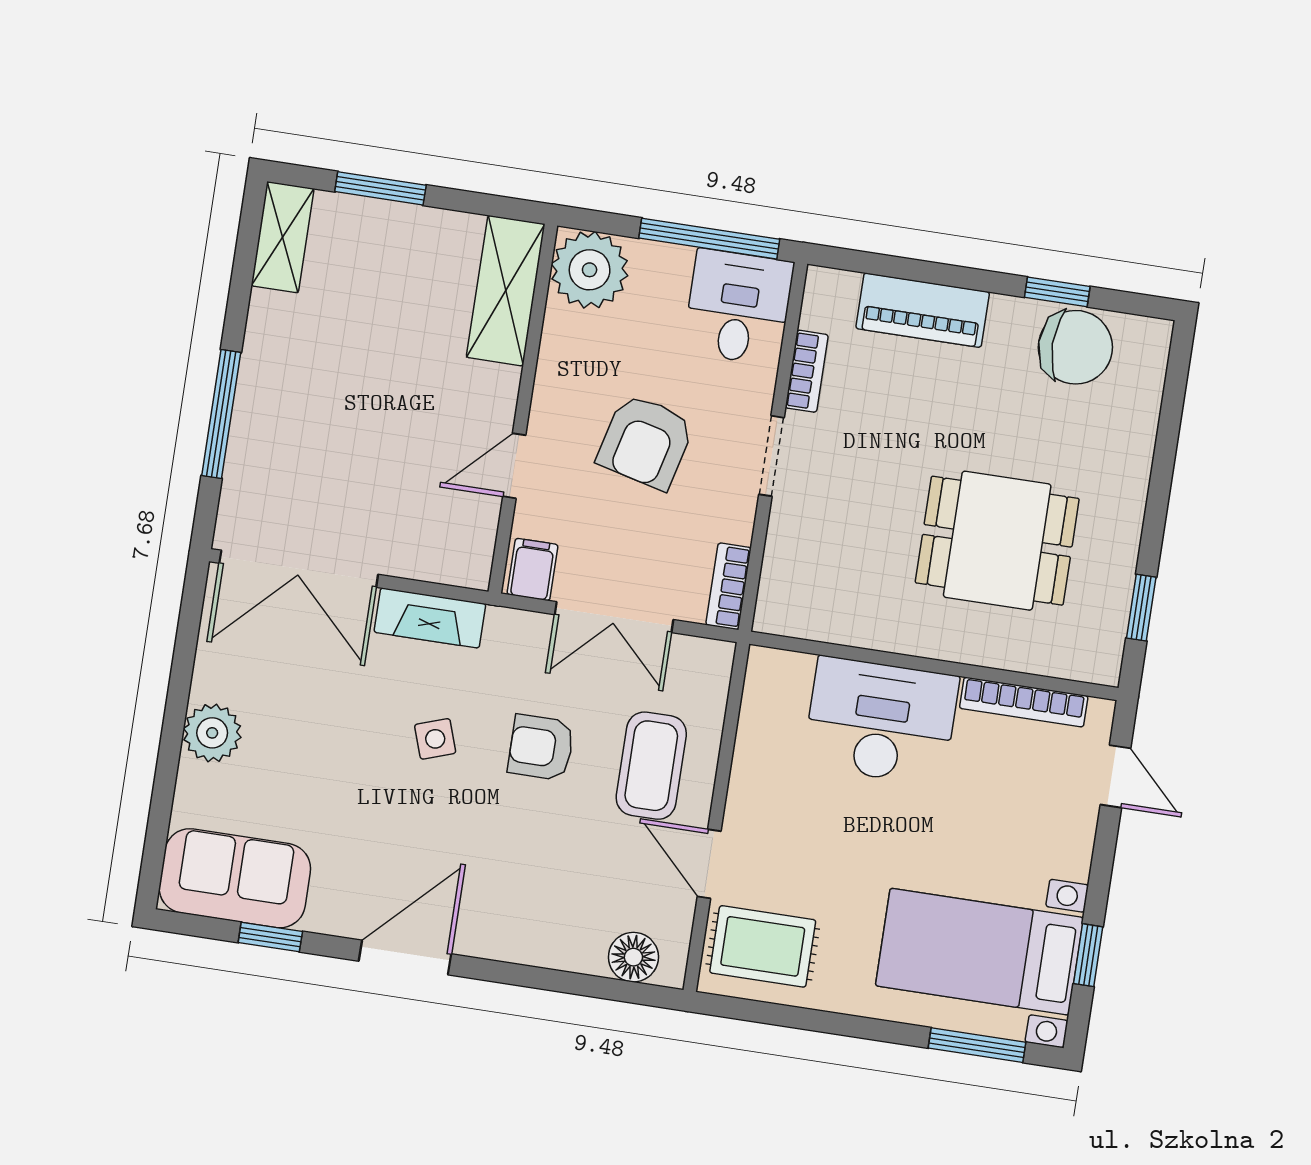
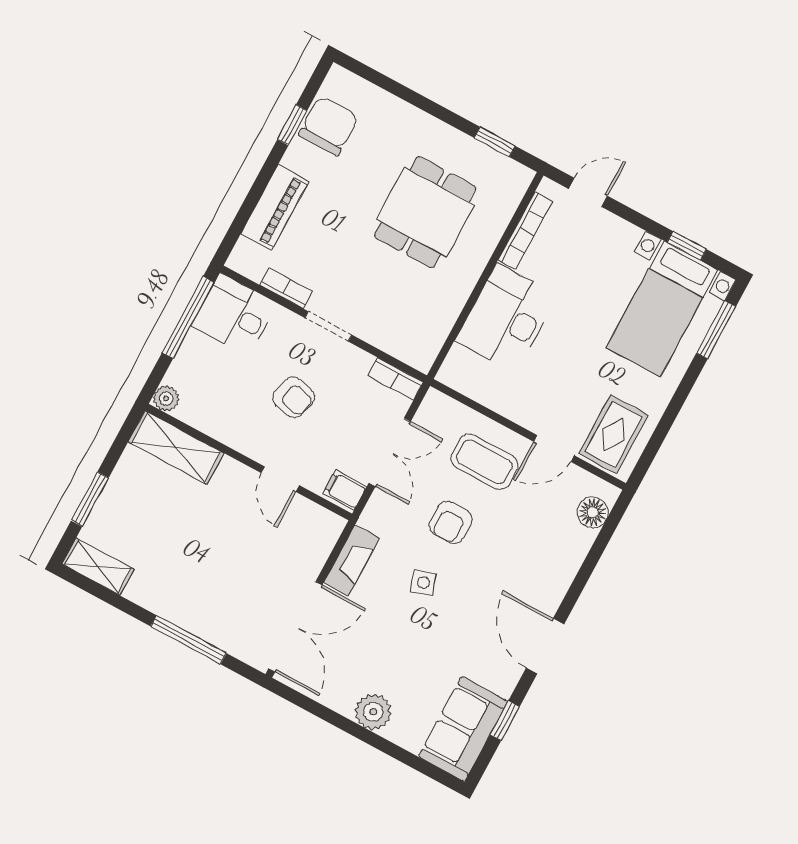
plant: (590, 270) -> (166, 399), width x0.53, depth x0.53
armchair: (646, 442) -> (294, 397), width x0.72, depth x0.72

